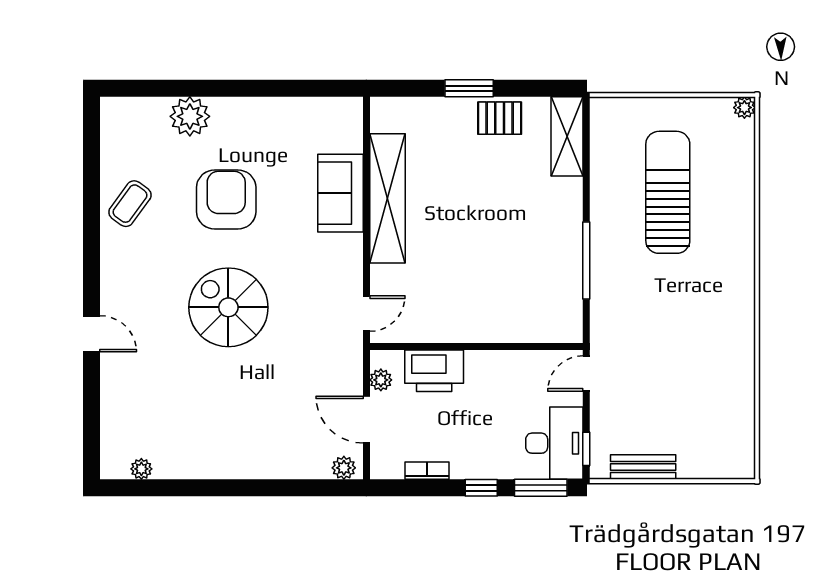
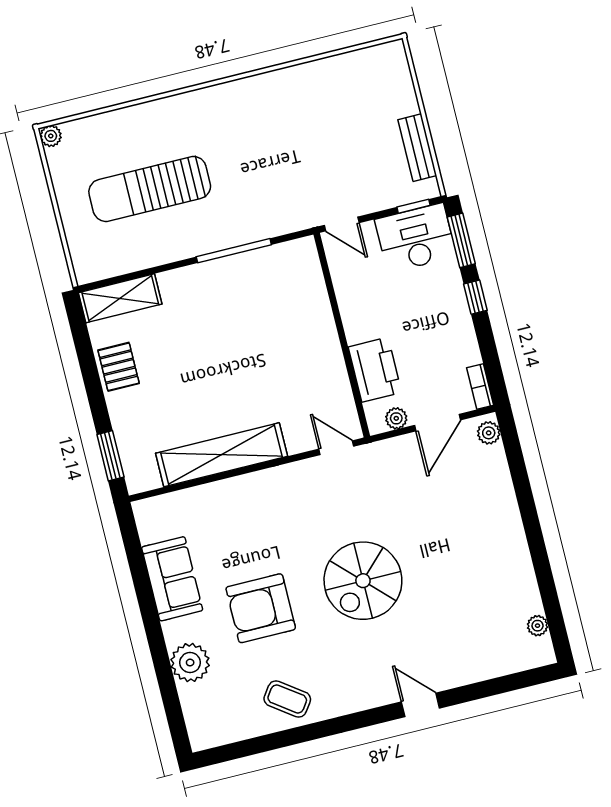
window: (469, 88) -> (110, 456), moved
sofa: (341, 193) -> (172, 579), moved, turned -90
door: (92, 334) -> (420, 705), hinge flipped
bookcase: (427, 471) -> (480, 387), moved

